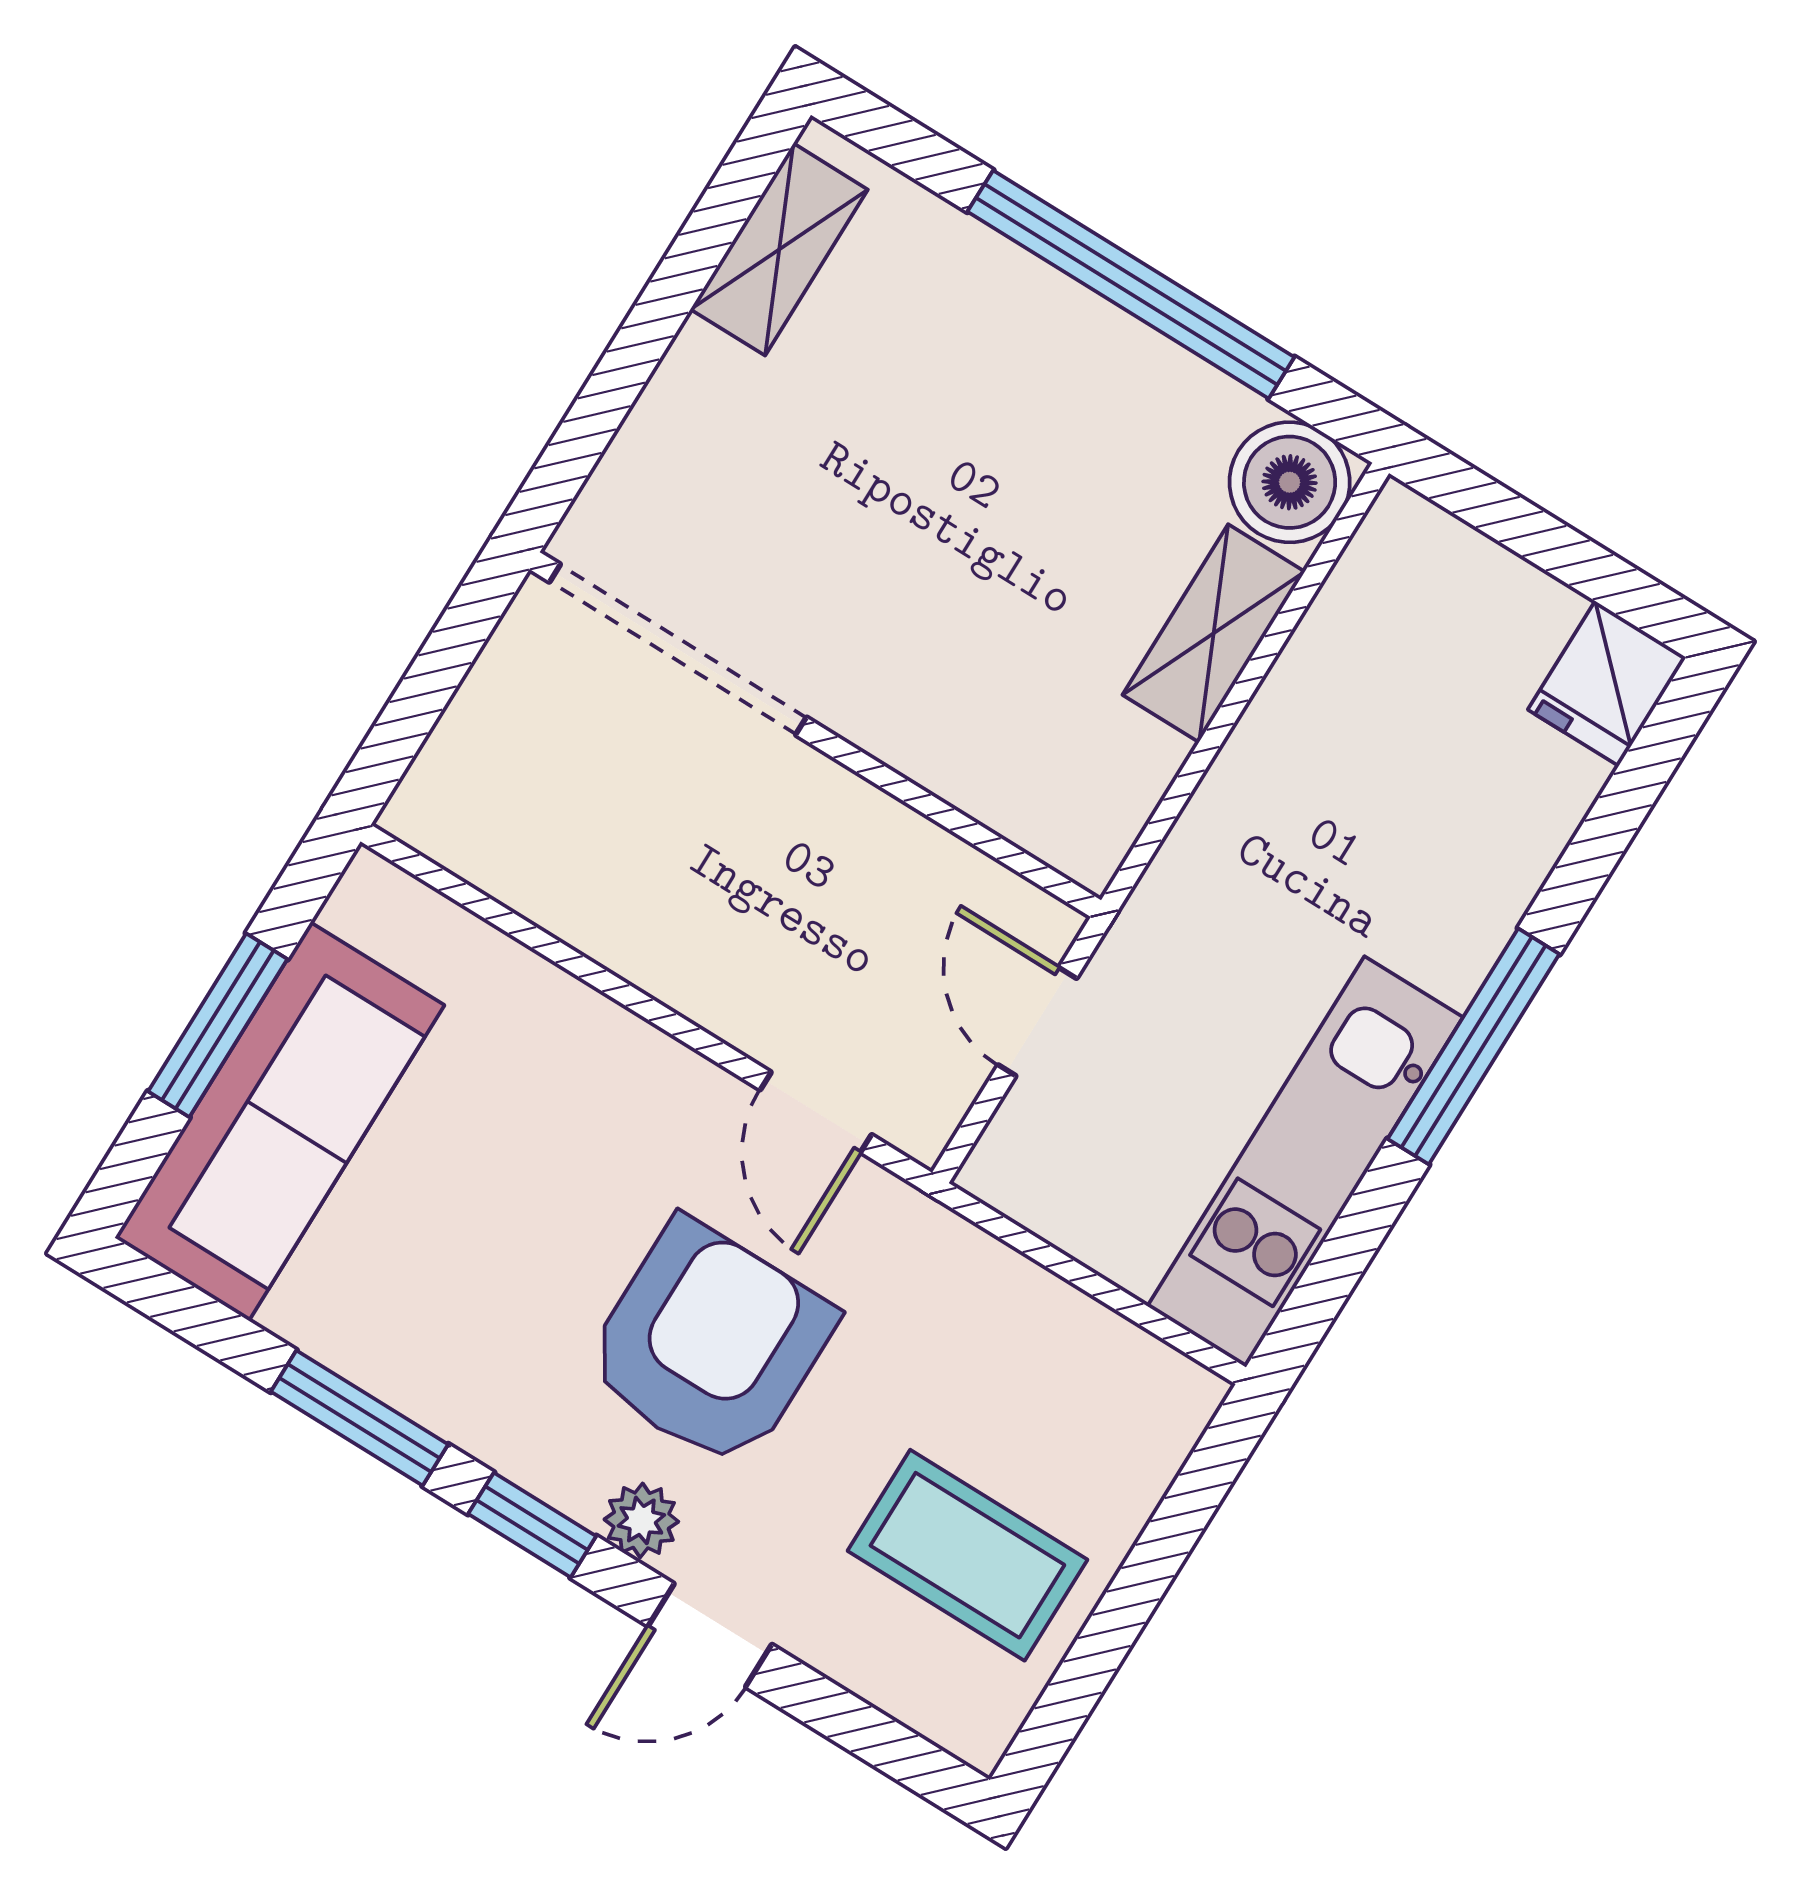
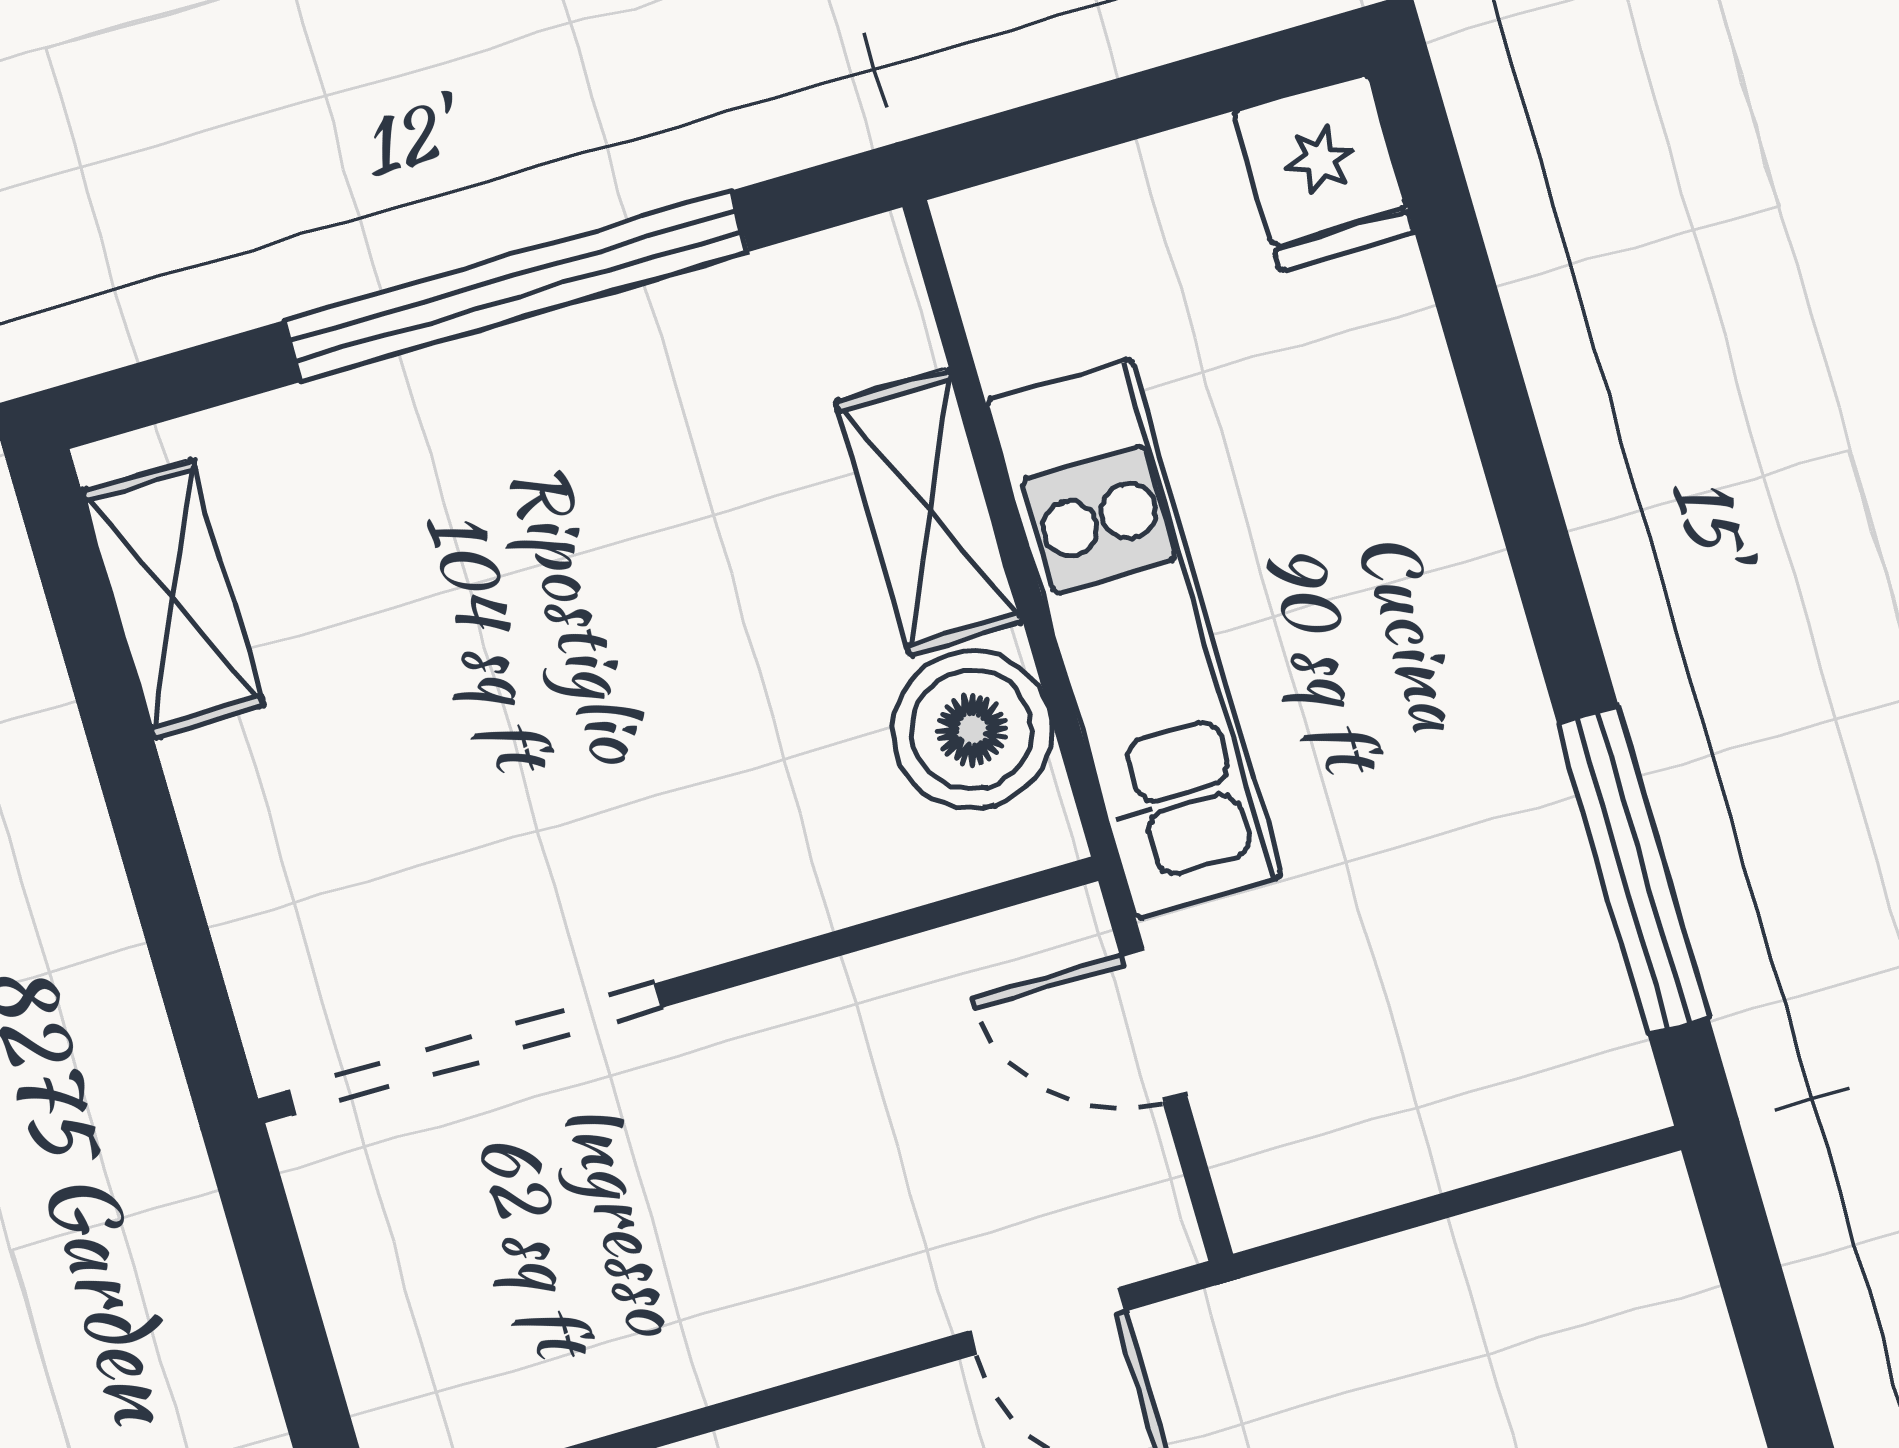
boiler: (1290, 482) -> (972, 730), moved
window: (1474, 1046) -> (1633, 870), moved
kitchen unit: (1305, 1162) -> (1134, 639), moved, turned 180

